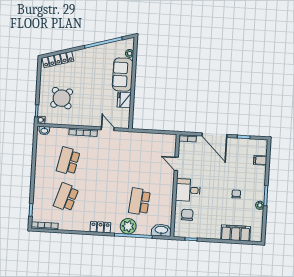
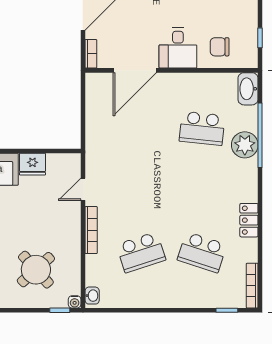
school desk: (68, 161) -> (141, 252), turned -30
door: (176, 164) -> (135, 70), width x1.87
locker: (100, 227) -> (249, 220), moved

